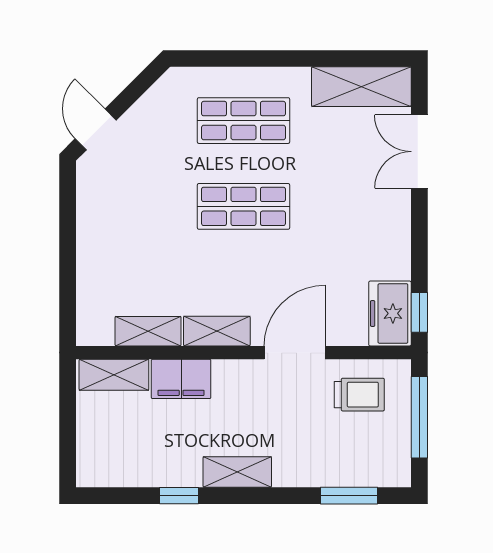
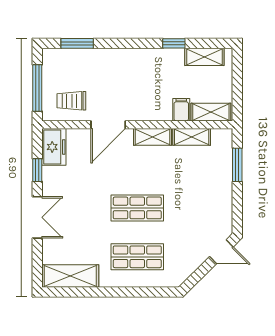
door: (96, 129) -> (221, 252), hinge flipped
double door: (419, 152) -> (37, 217), moved
window: (68, 282) -> (237, 165), added
window: (419, 312) -> (37, 170), moved
filing cabinet: (181, 379) -> (181, 110), width x0.50
shelving: (237, 472) -> (204, 57), moved

